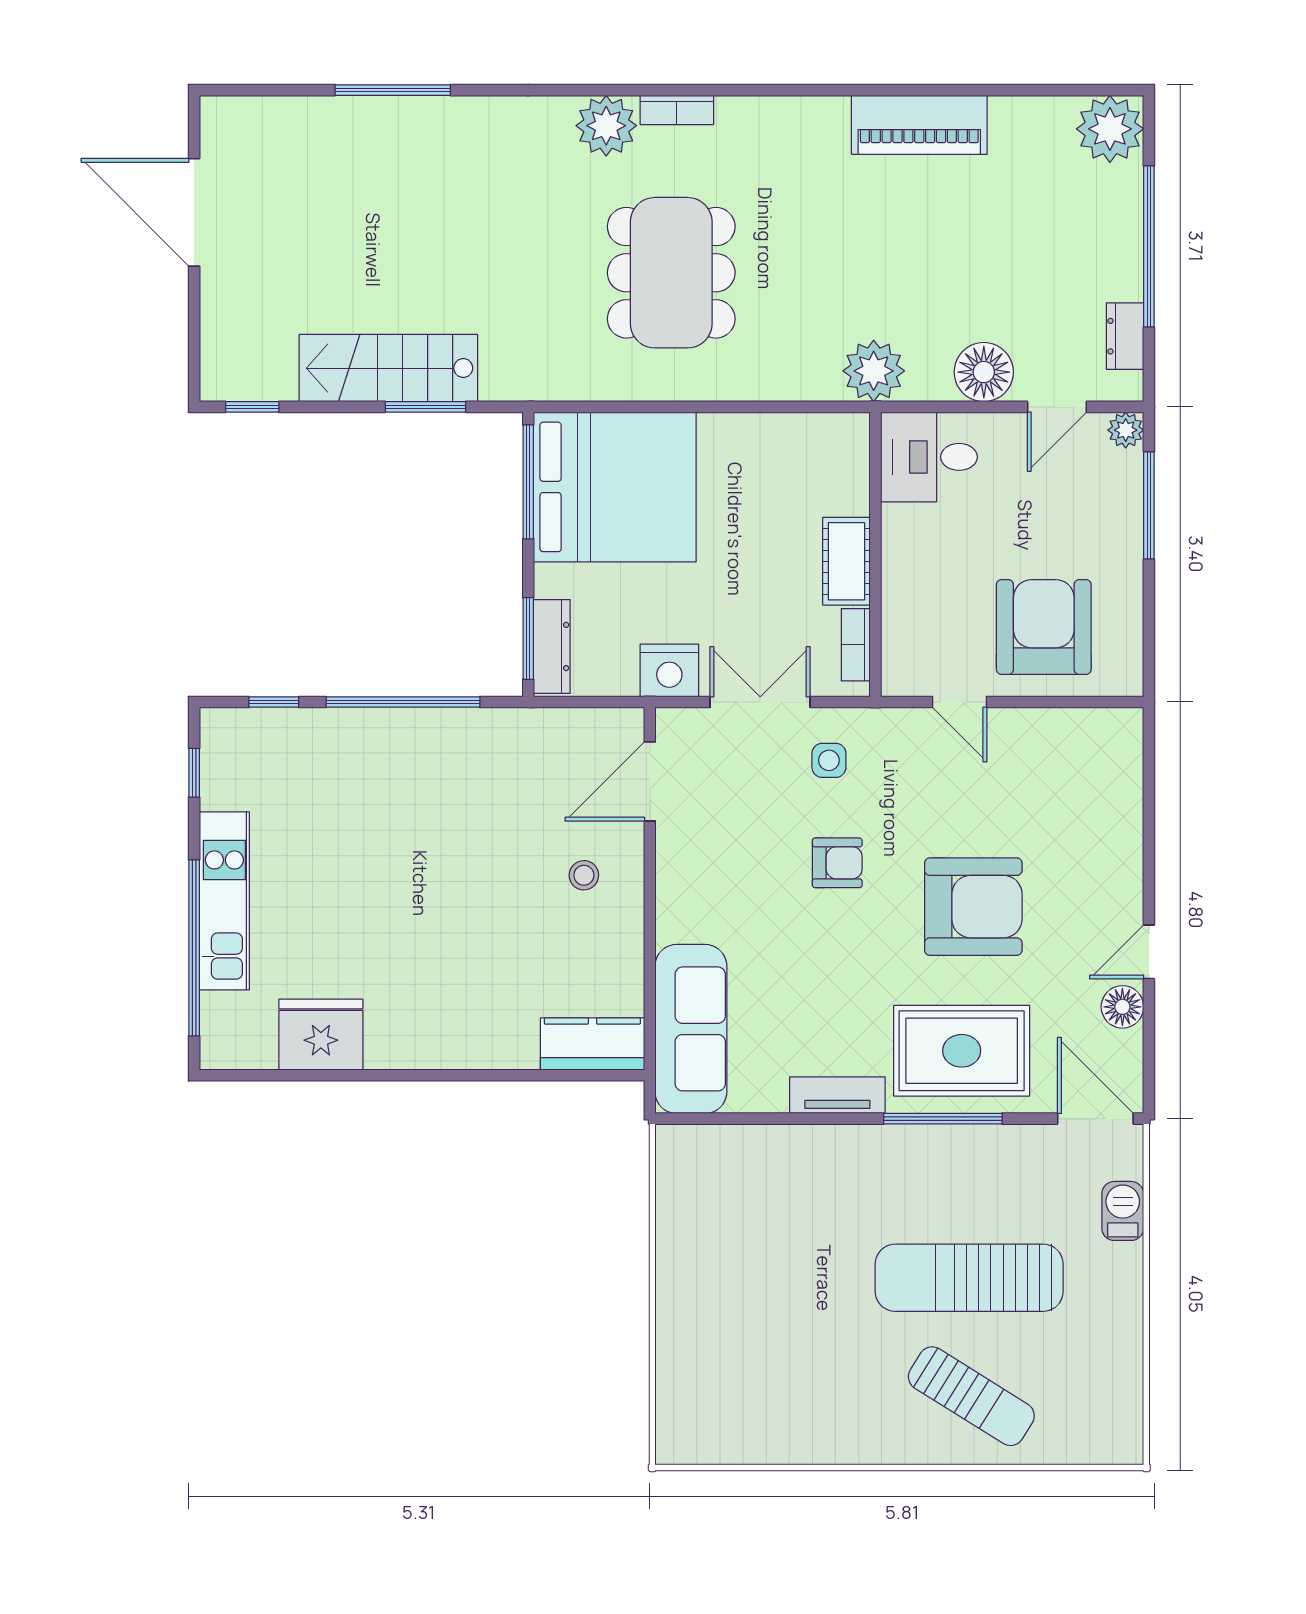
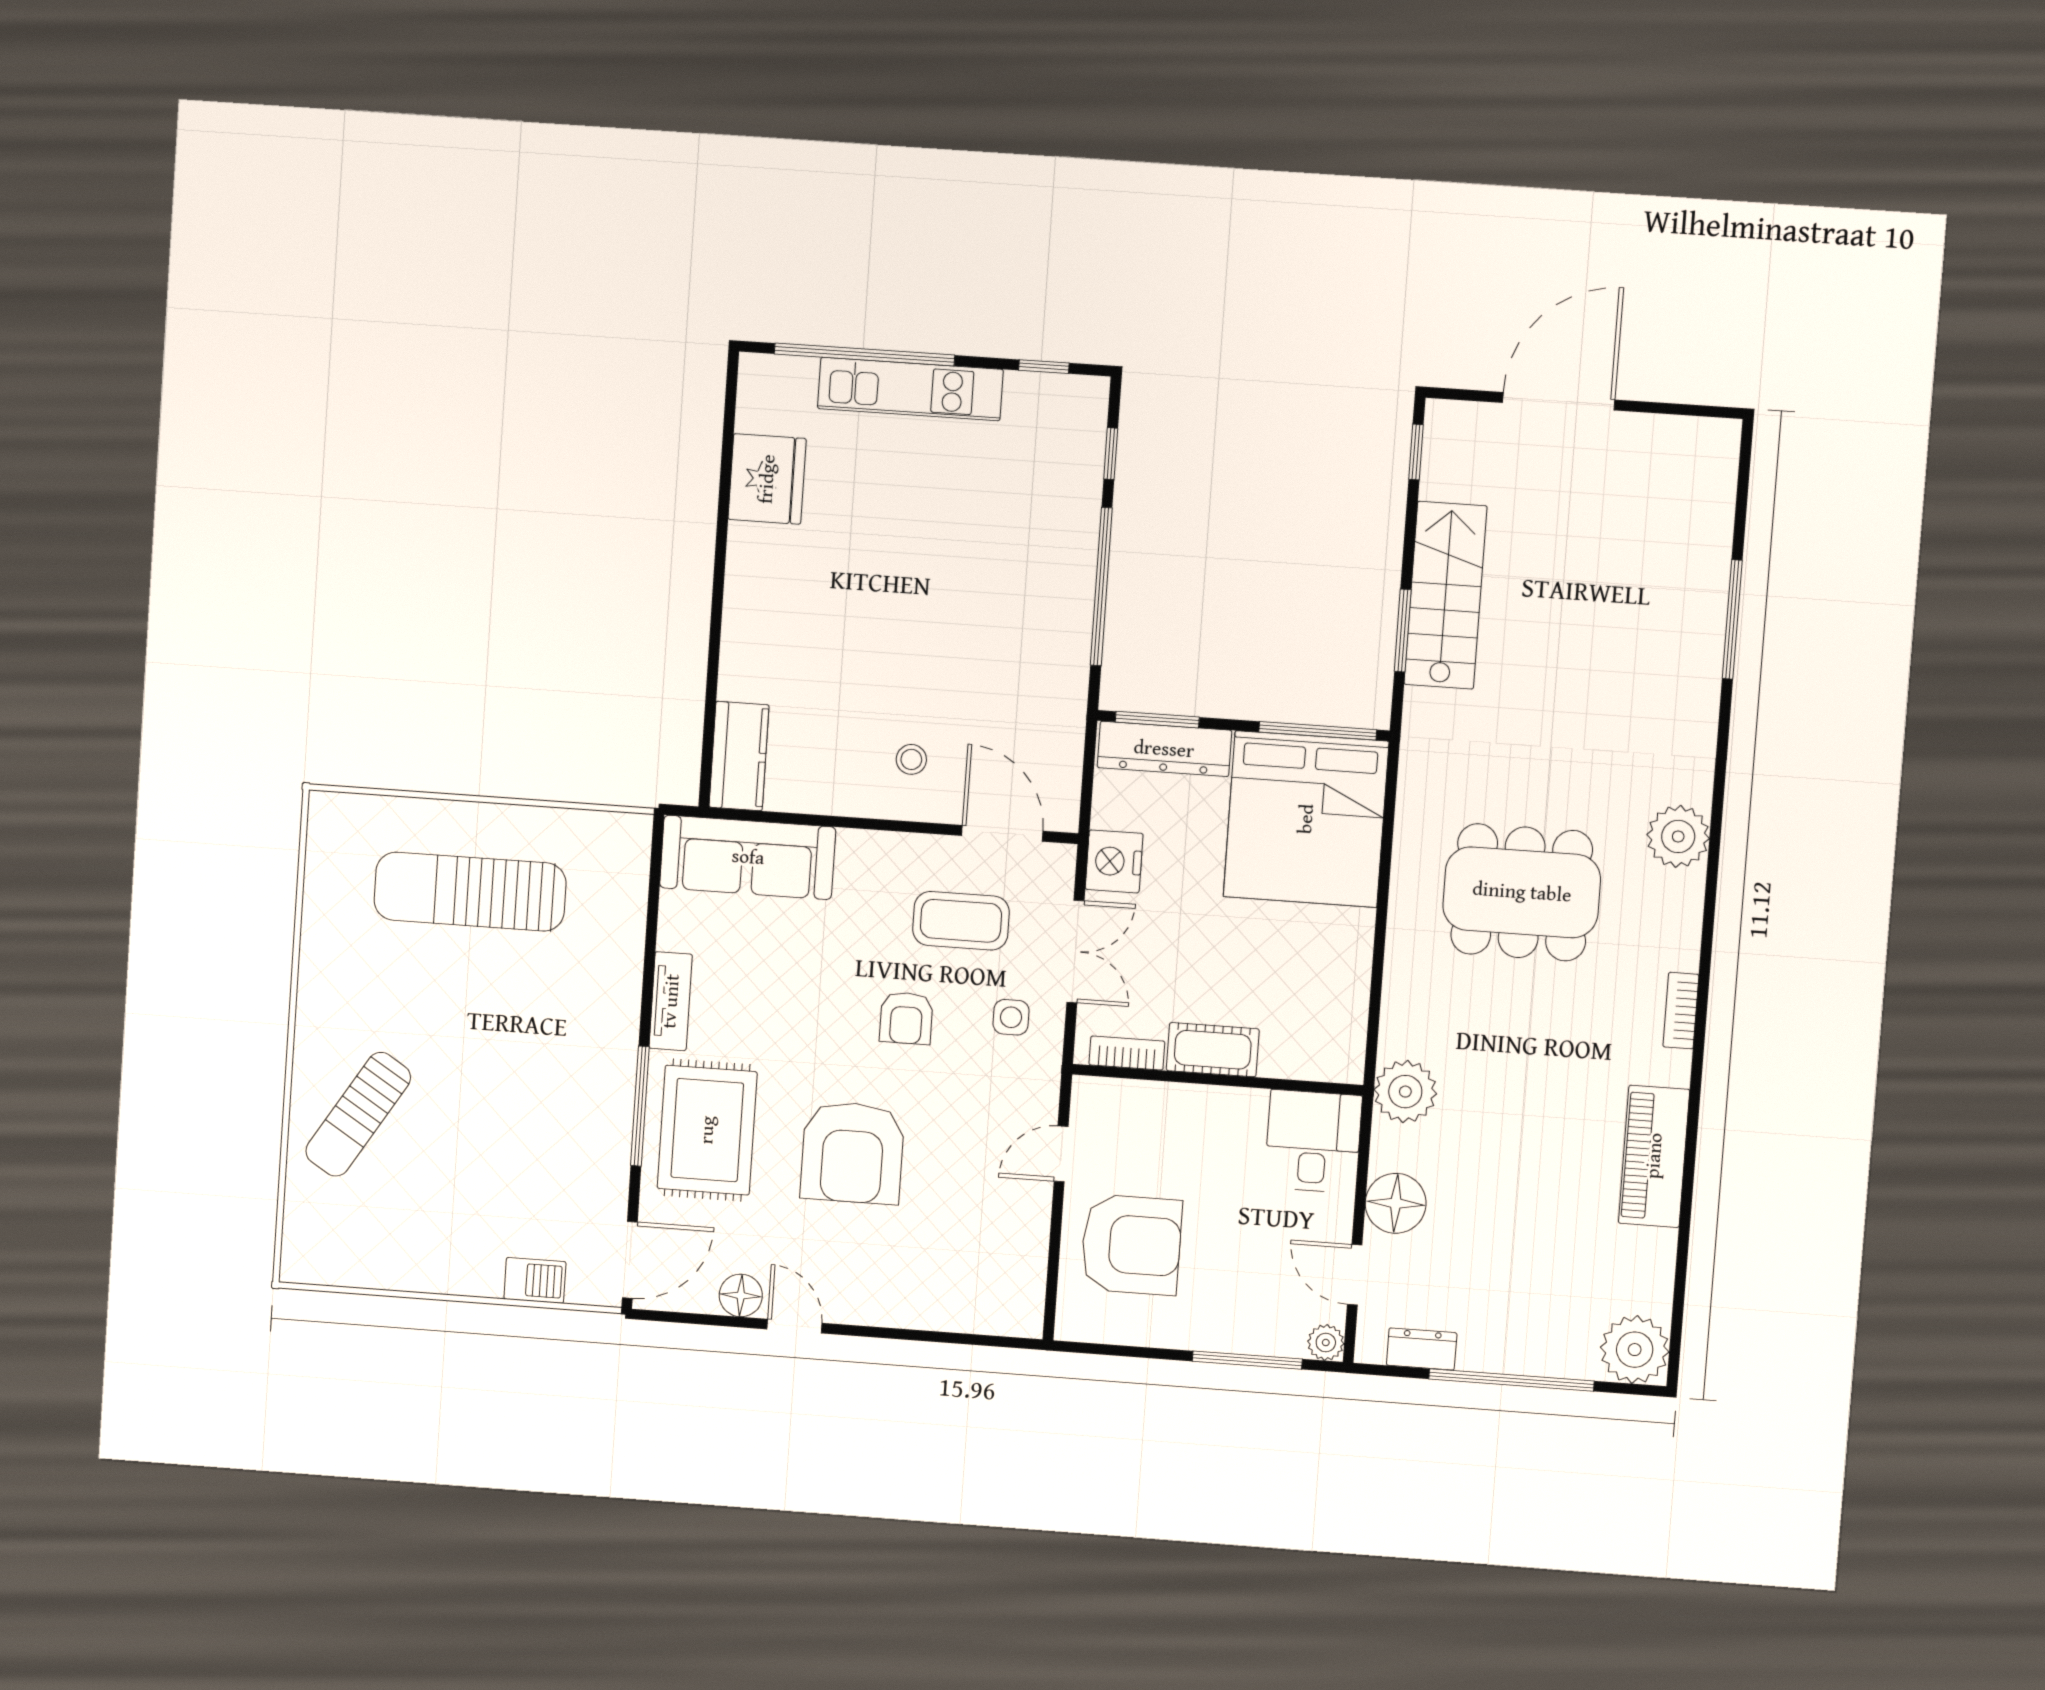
bookcase: (677, 110) -> (1681, 1011), moved
door: (194, 212) -> (1559, 401), moved
dresser: (552, 646) -> (1164, 749), width x1.37, depth x1.24
coffee table: (738, 816) -> (961, 921), added
sun lounger: (969, 1278) -> (470, 892), moved, turned -90

